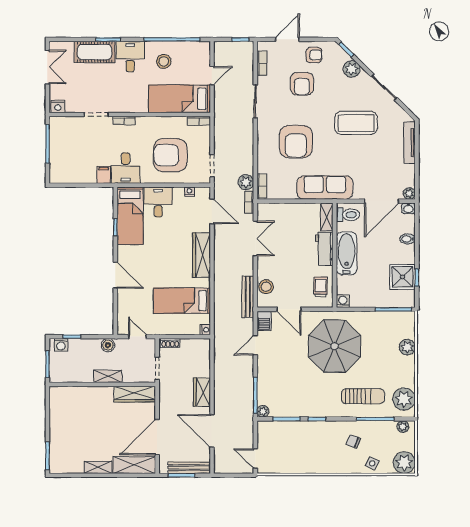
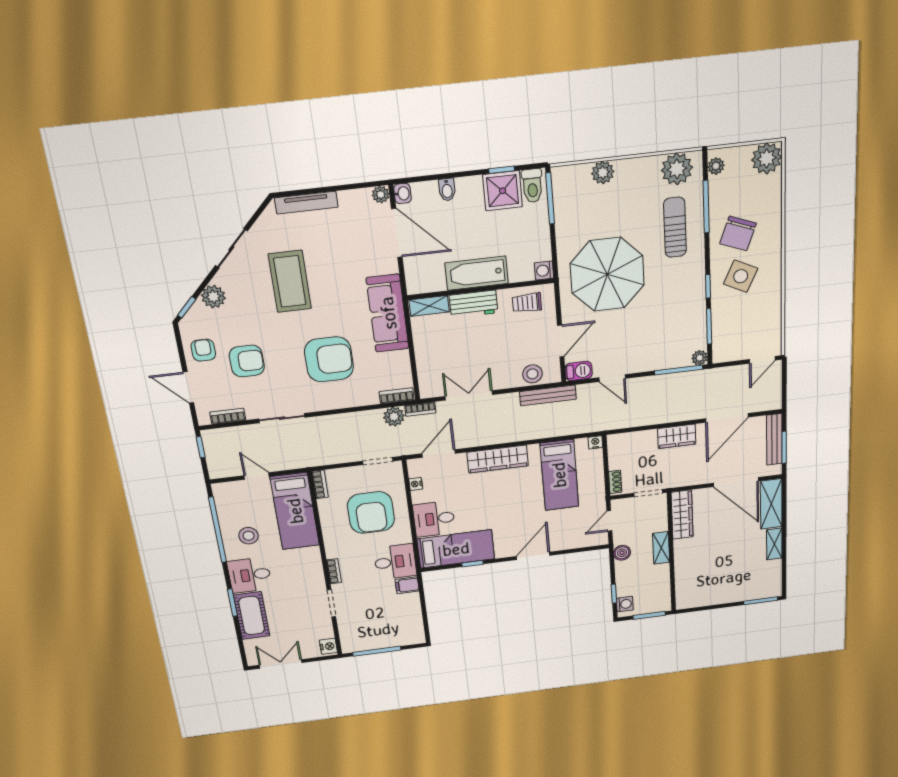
toilet: (348, 215) -> (532, 186), moved, turned 180
chair: (353, 442) -> (738, 233), width x1.87, depth x1.87
side table: (372, 463) -> (741, 276), moved, width x1.87, depth x1.87

